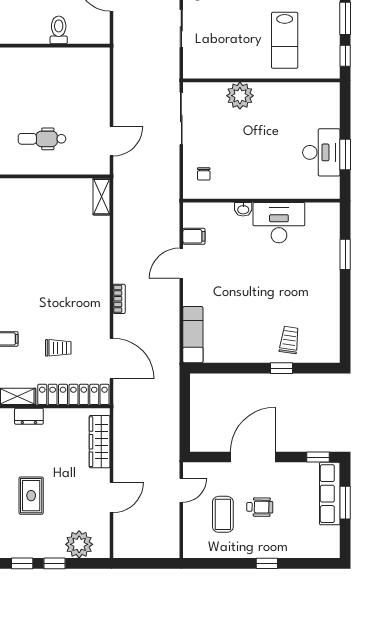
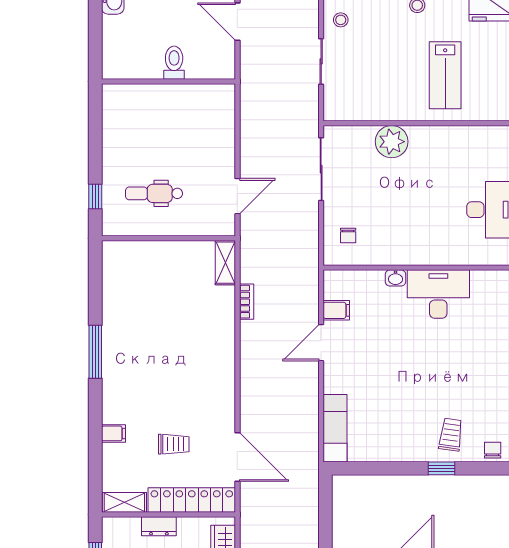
bookcase: (119, 299) -> (247, 302), moved
chair: (324, 353) -> (493, 450), added
dresser: (29, 416) -> (159, 526), moved

